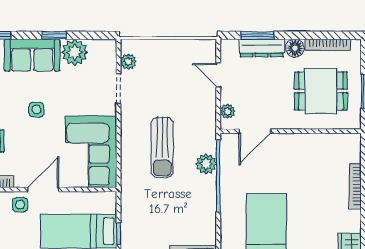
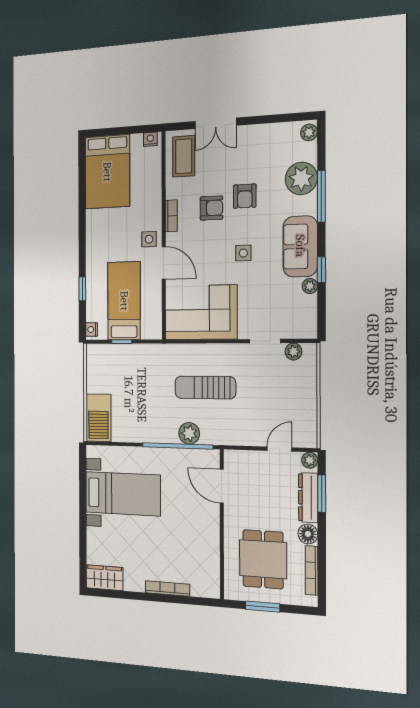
plant: (75, 52) -> (310, 286), width x0.53, depth x0.53
plant: (227, 111) -> (310, 460), moved

